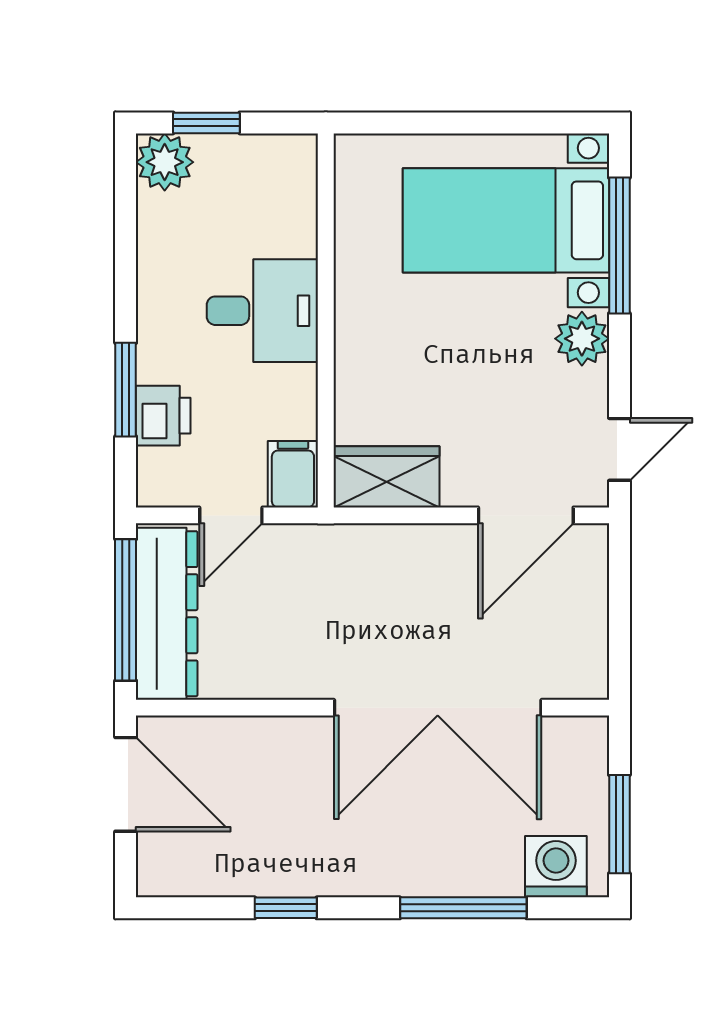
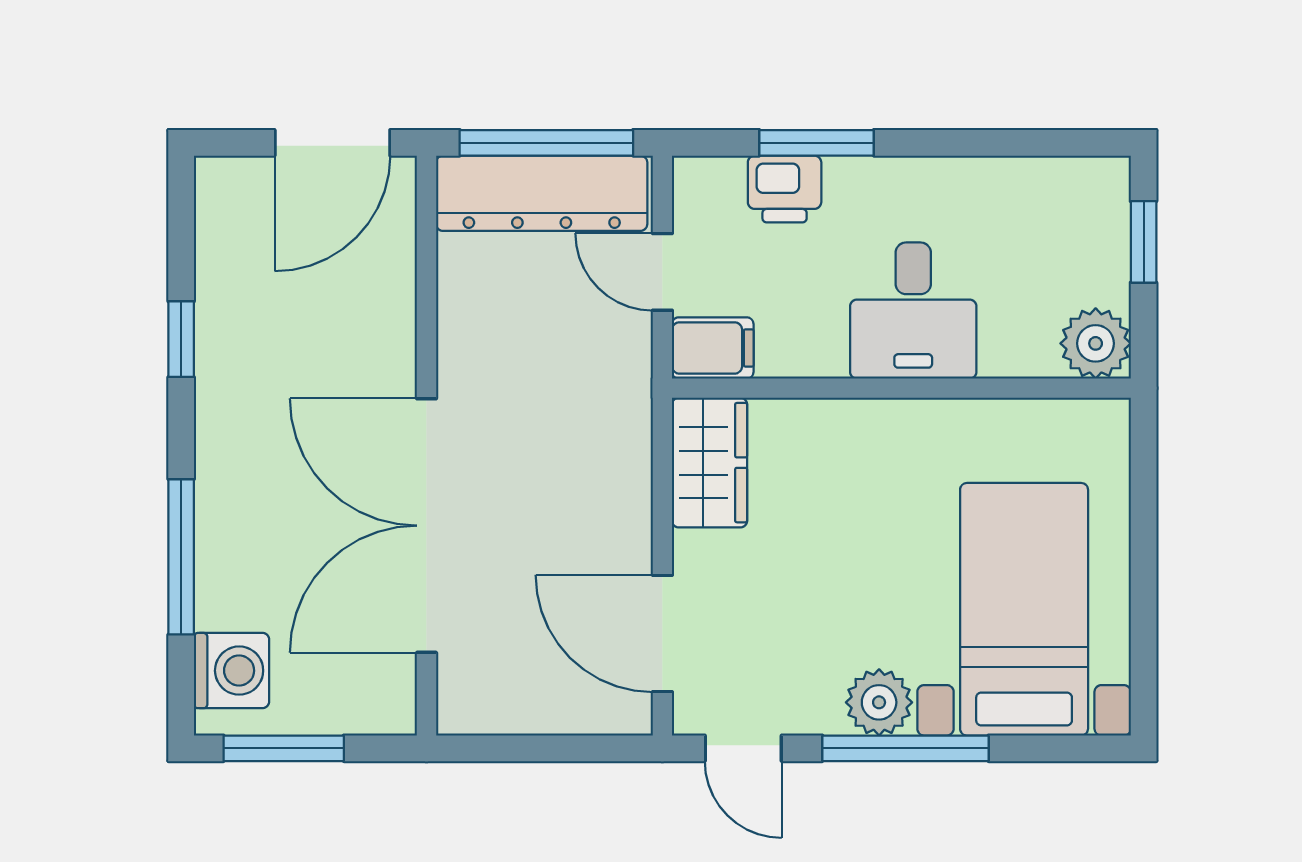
plant: (165, 162) -> (1096, 343), moved
window: (619, 245) -> (905, 748), moved

